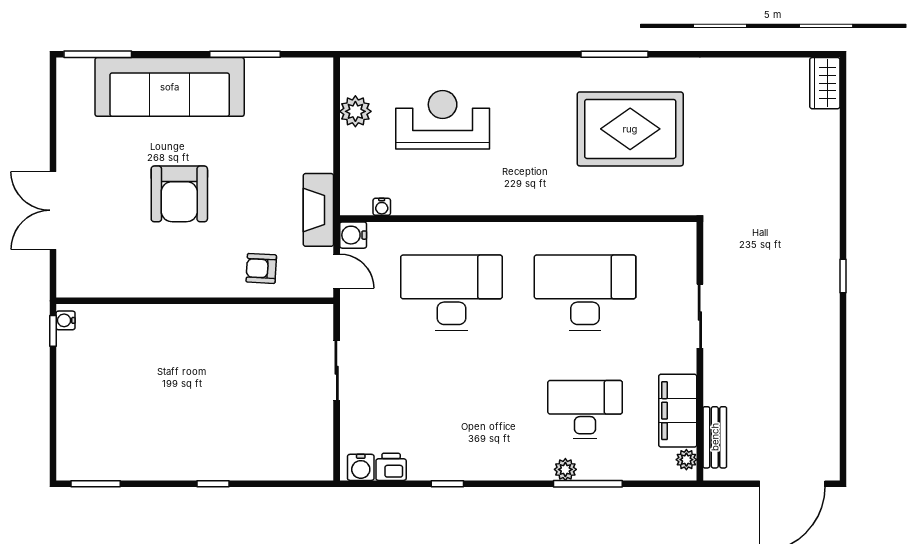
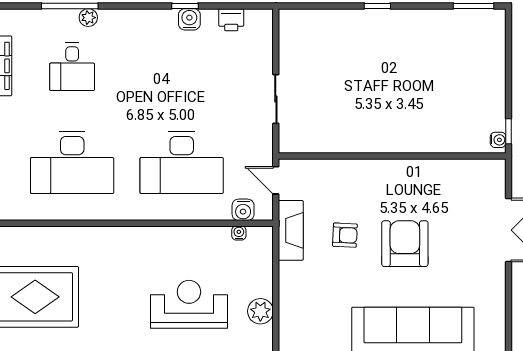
reception desk: (443, 120) -> (189, 304), turned 180
water cooler: (353, 235) -> (243, 210), moved, turned 90
armchair: (261, 268) -> (345, 235), moved
desk: (585, 409) -> (72, 67), width x0.73
water cooler: (361, 467) -> (189, 19), moved

